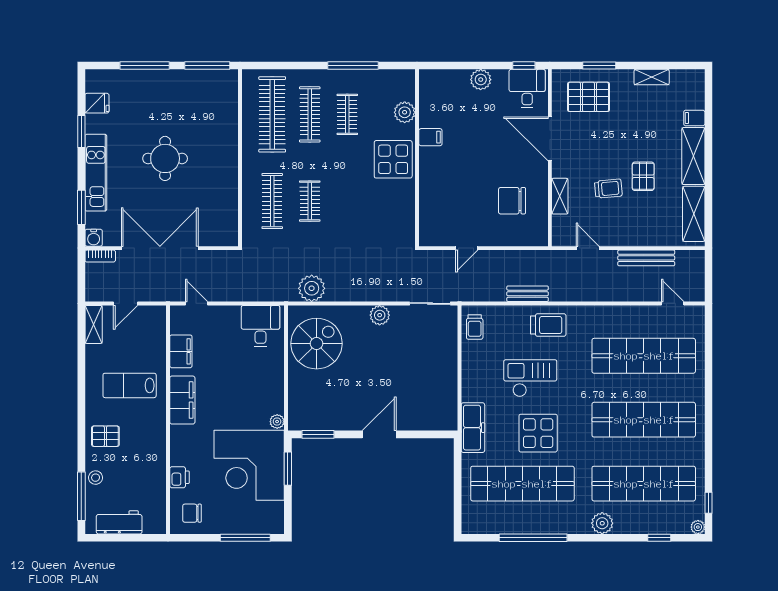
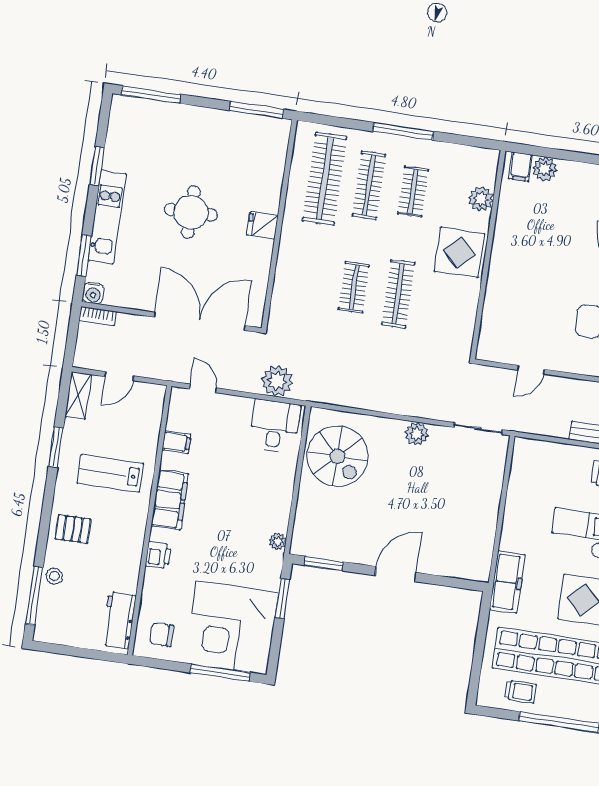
window: (145, 65) -> (151, 95), moved
window: (353, 65) -> (403, 131), moved
plant: (481, 80) -> (545, 169), moved
fridge: (97, 103) -> (263, 225), moved, turned 180
filing cabinet: (430, 137) -> (520, 167), moved, turned 90
clothes rail: (272, 201) -> (398, 294), moved
double door: (160, 248) -> (200, 321), moved
plant: (312, 288) -> (277, 381), moved
trolley: (475, 327) -> (520, 692), moved, turned -90
spiral stairs: (317, 344) -> (337, 456), turned 90
filing cabinet: (181, 351) -> (176, 442), width x0.50
window: (81, 370) -> (56, 447), added
corner desk: (249, 465) -> (231, 628), moved
printer: (180, 477) -> (158, 555), moved
workbench: (119, 522) -> (119, 620), moved, turned -90

